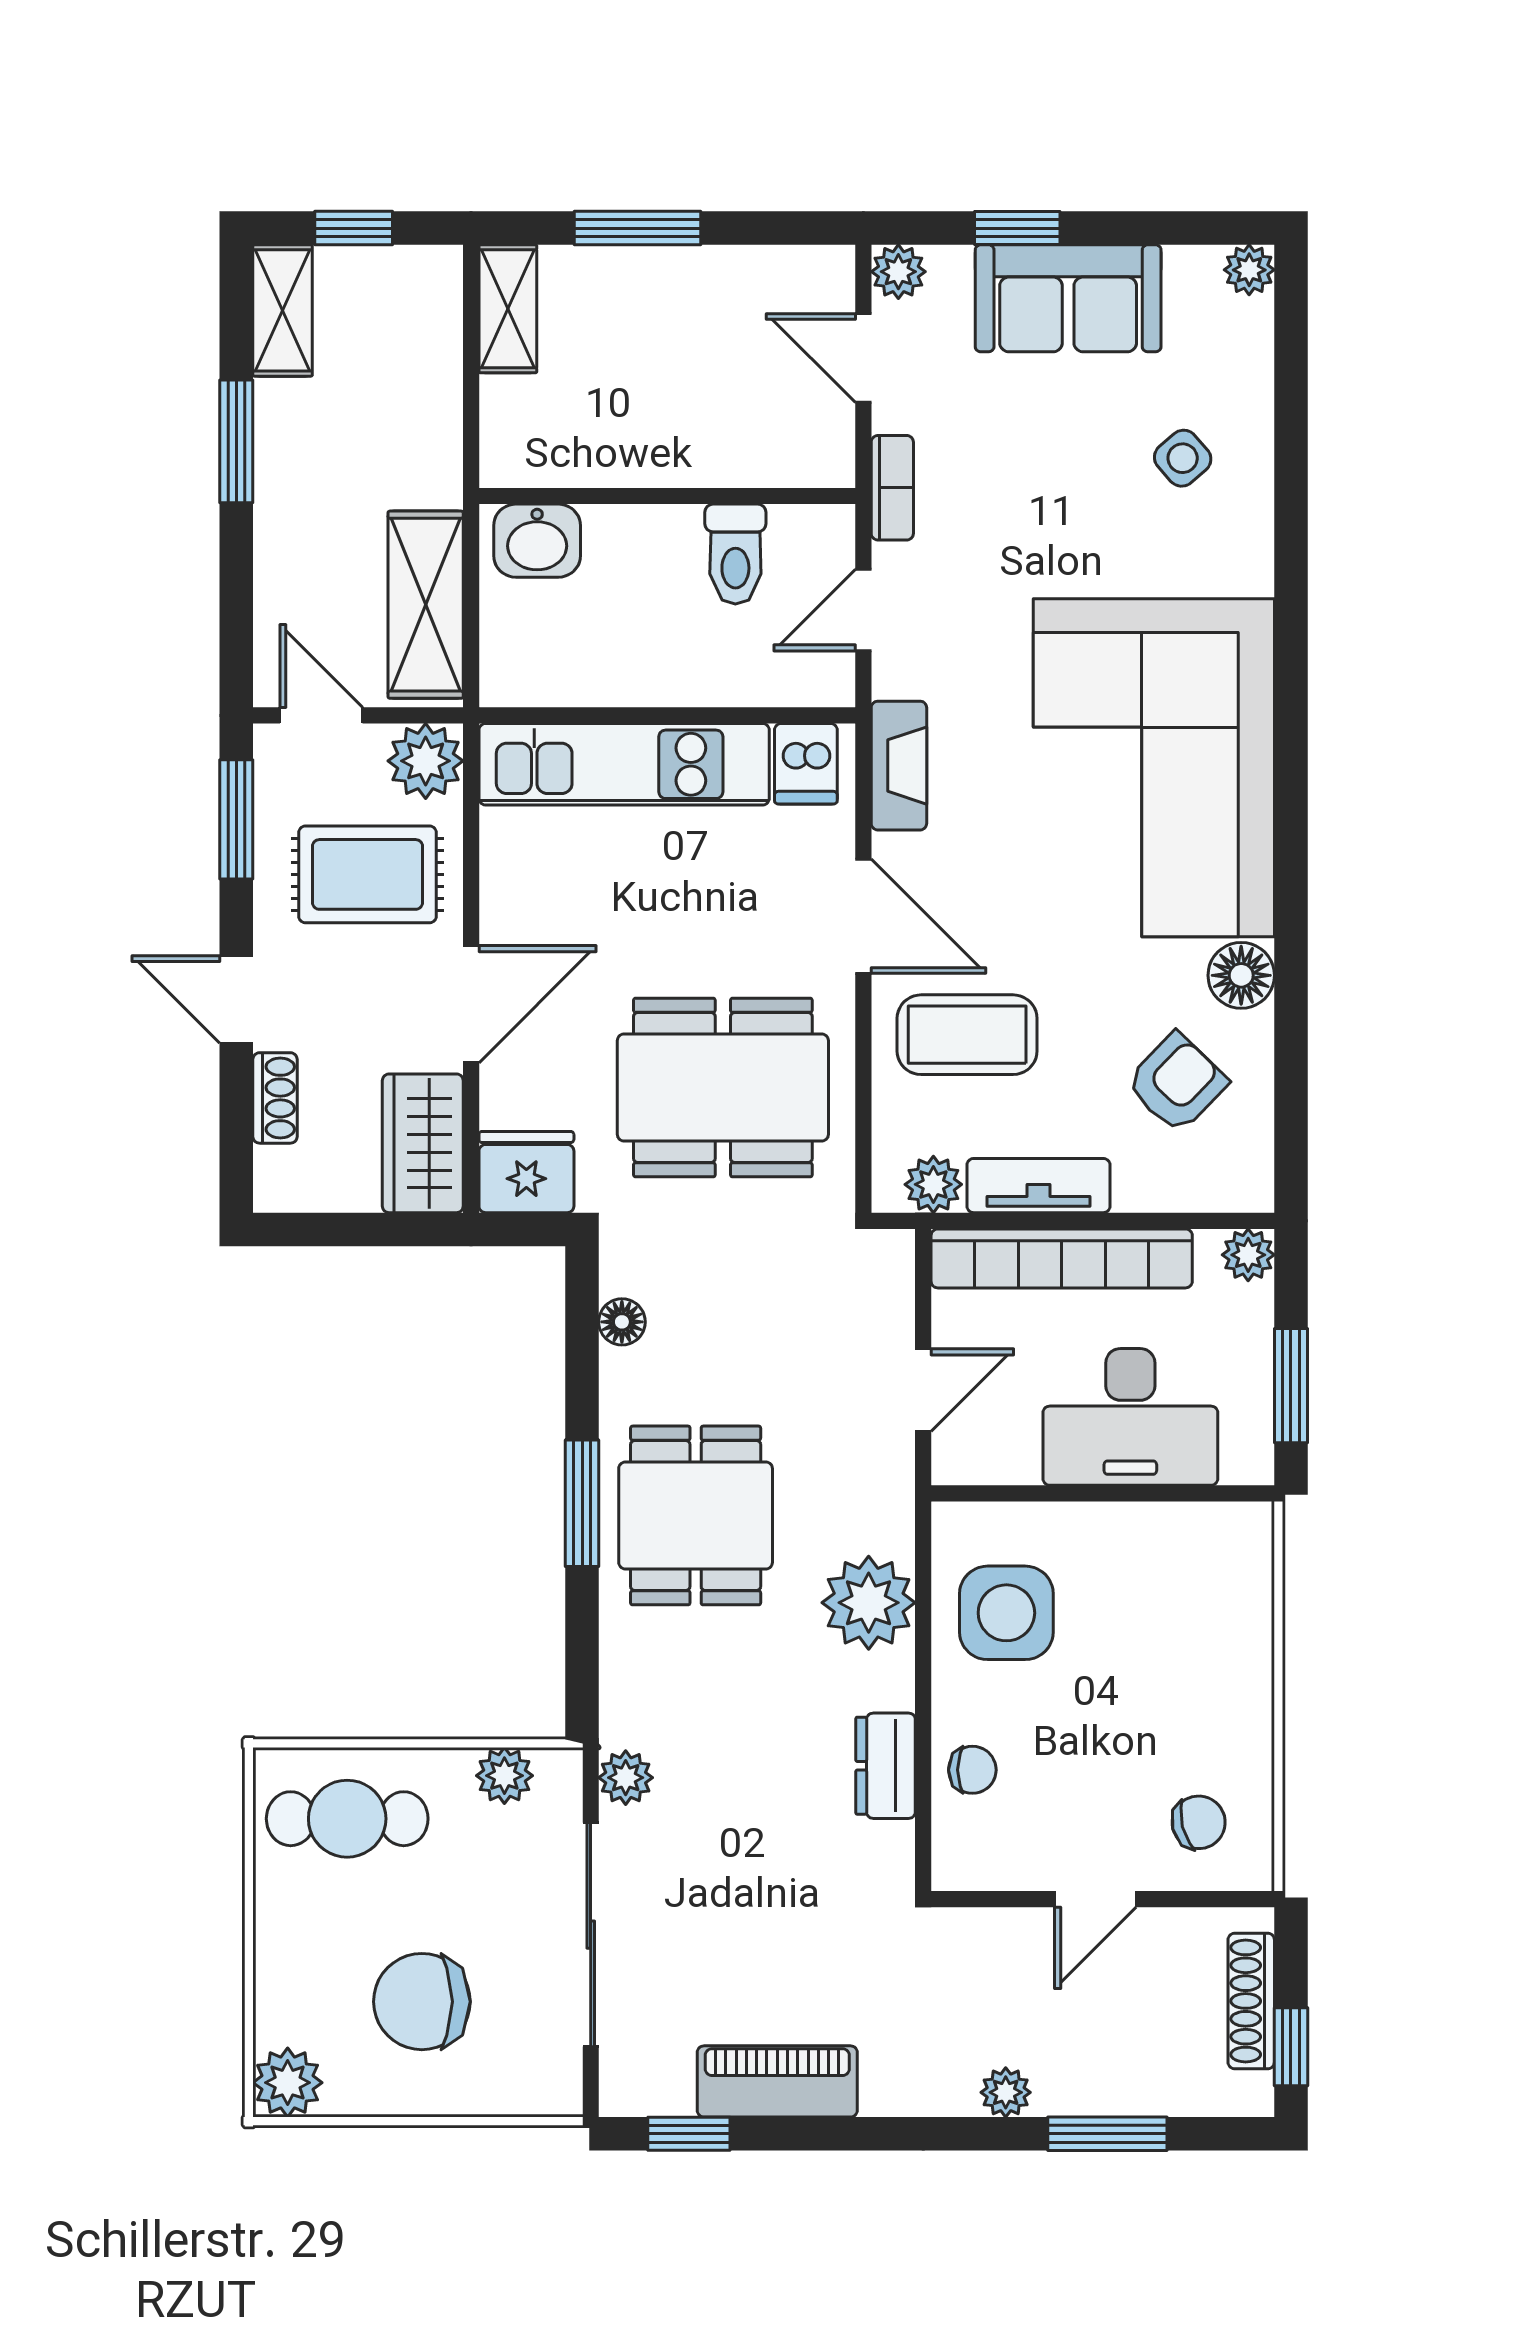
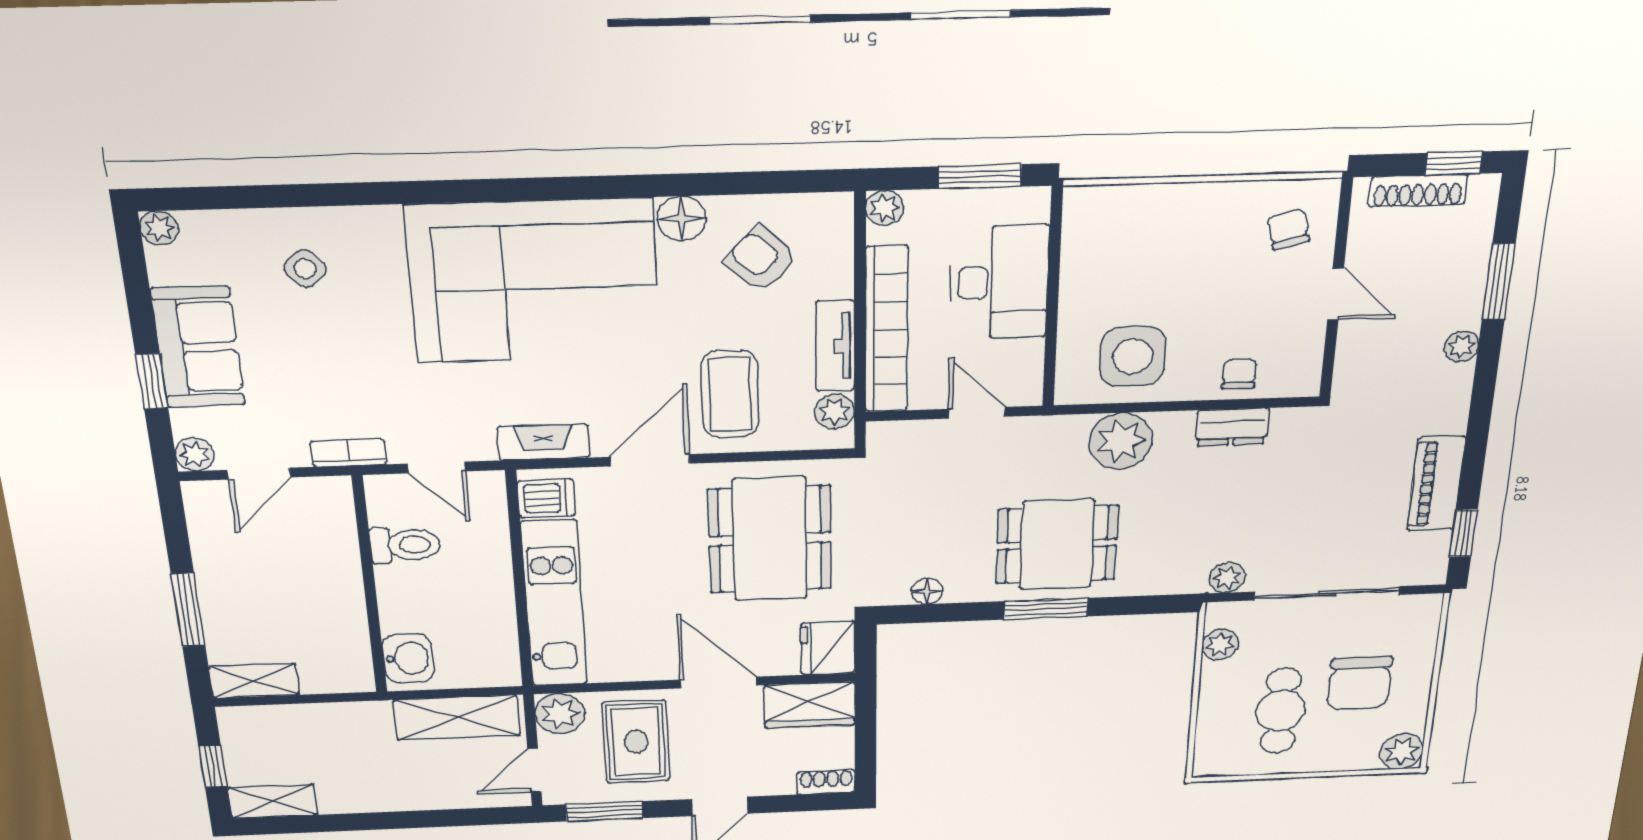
window: (236, 441) -> (361, 822), removed
shoe rack: (275, 1098) -> (826, 782), moved
cafe table: (347, 1819) -> (1281, 711), moved

